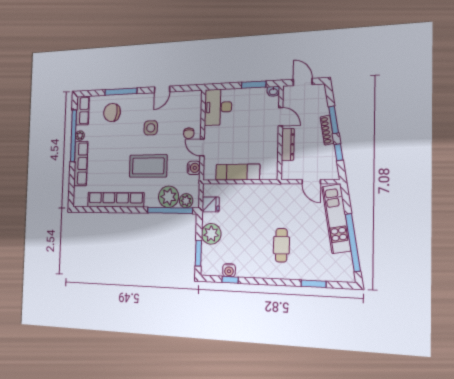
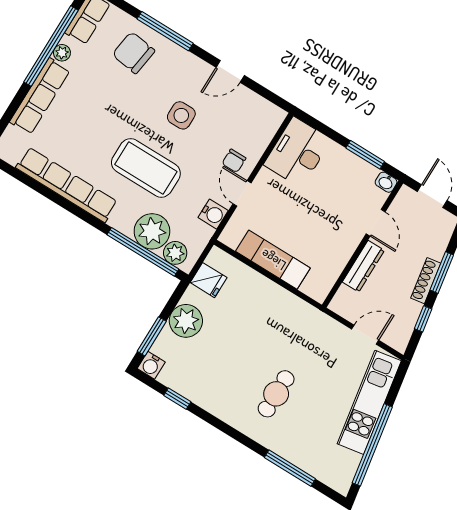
door: (311, 182) -> (365, 335), swing flipped
water cooler: (229, 270) -> (151, 365), moved
window: (314, 284) -> (290, 468), width x1.44

